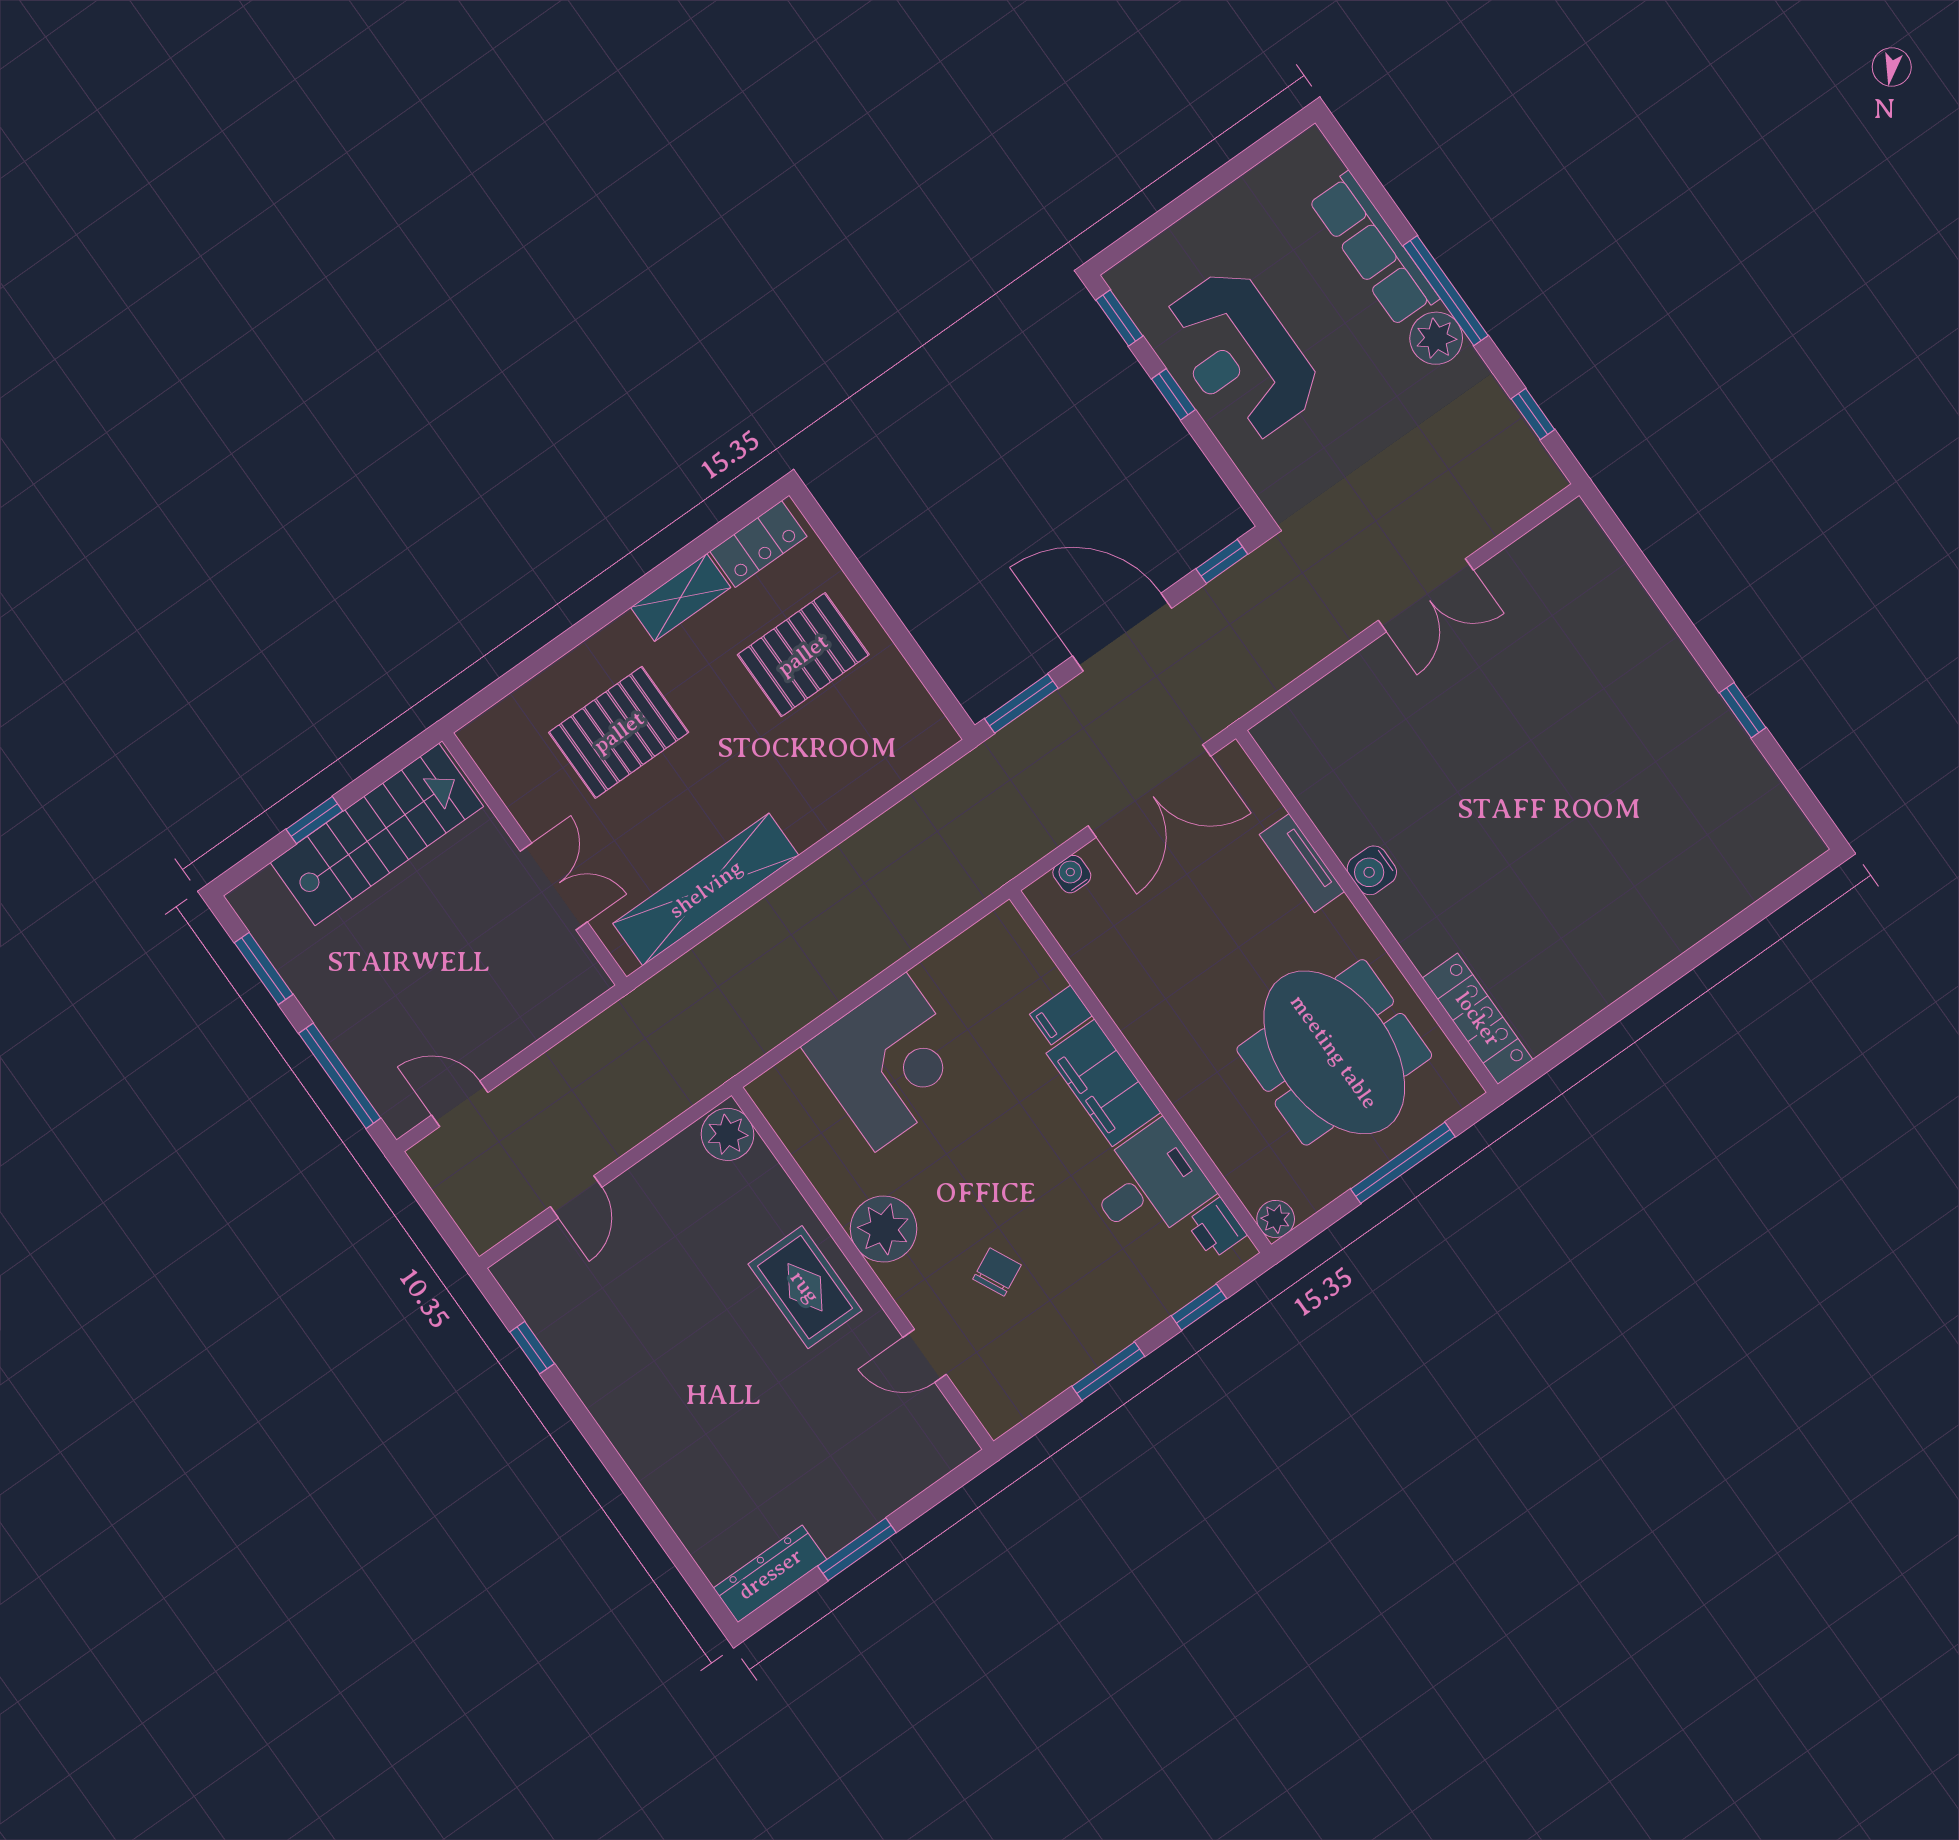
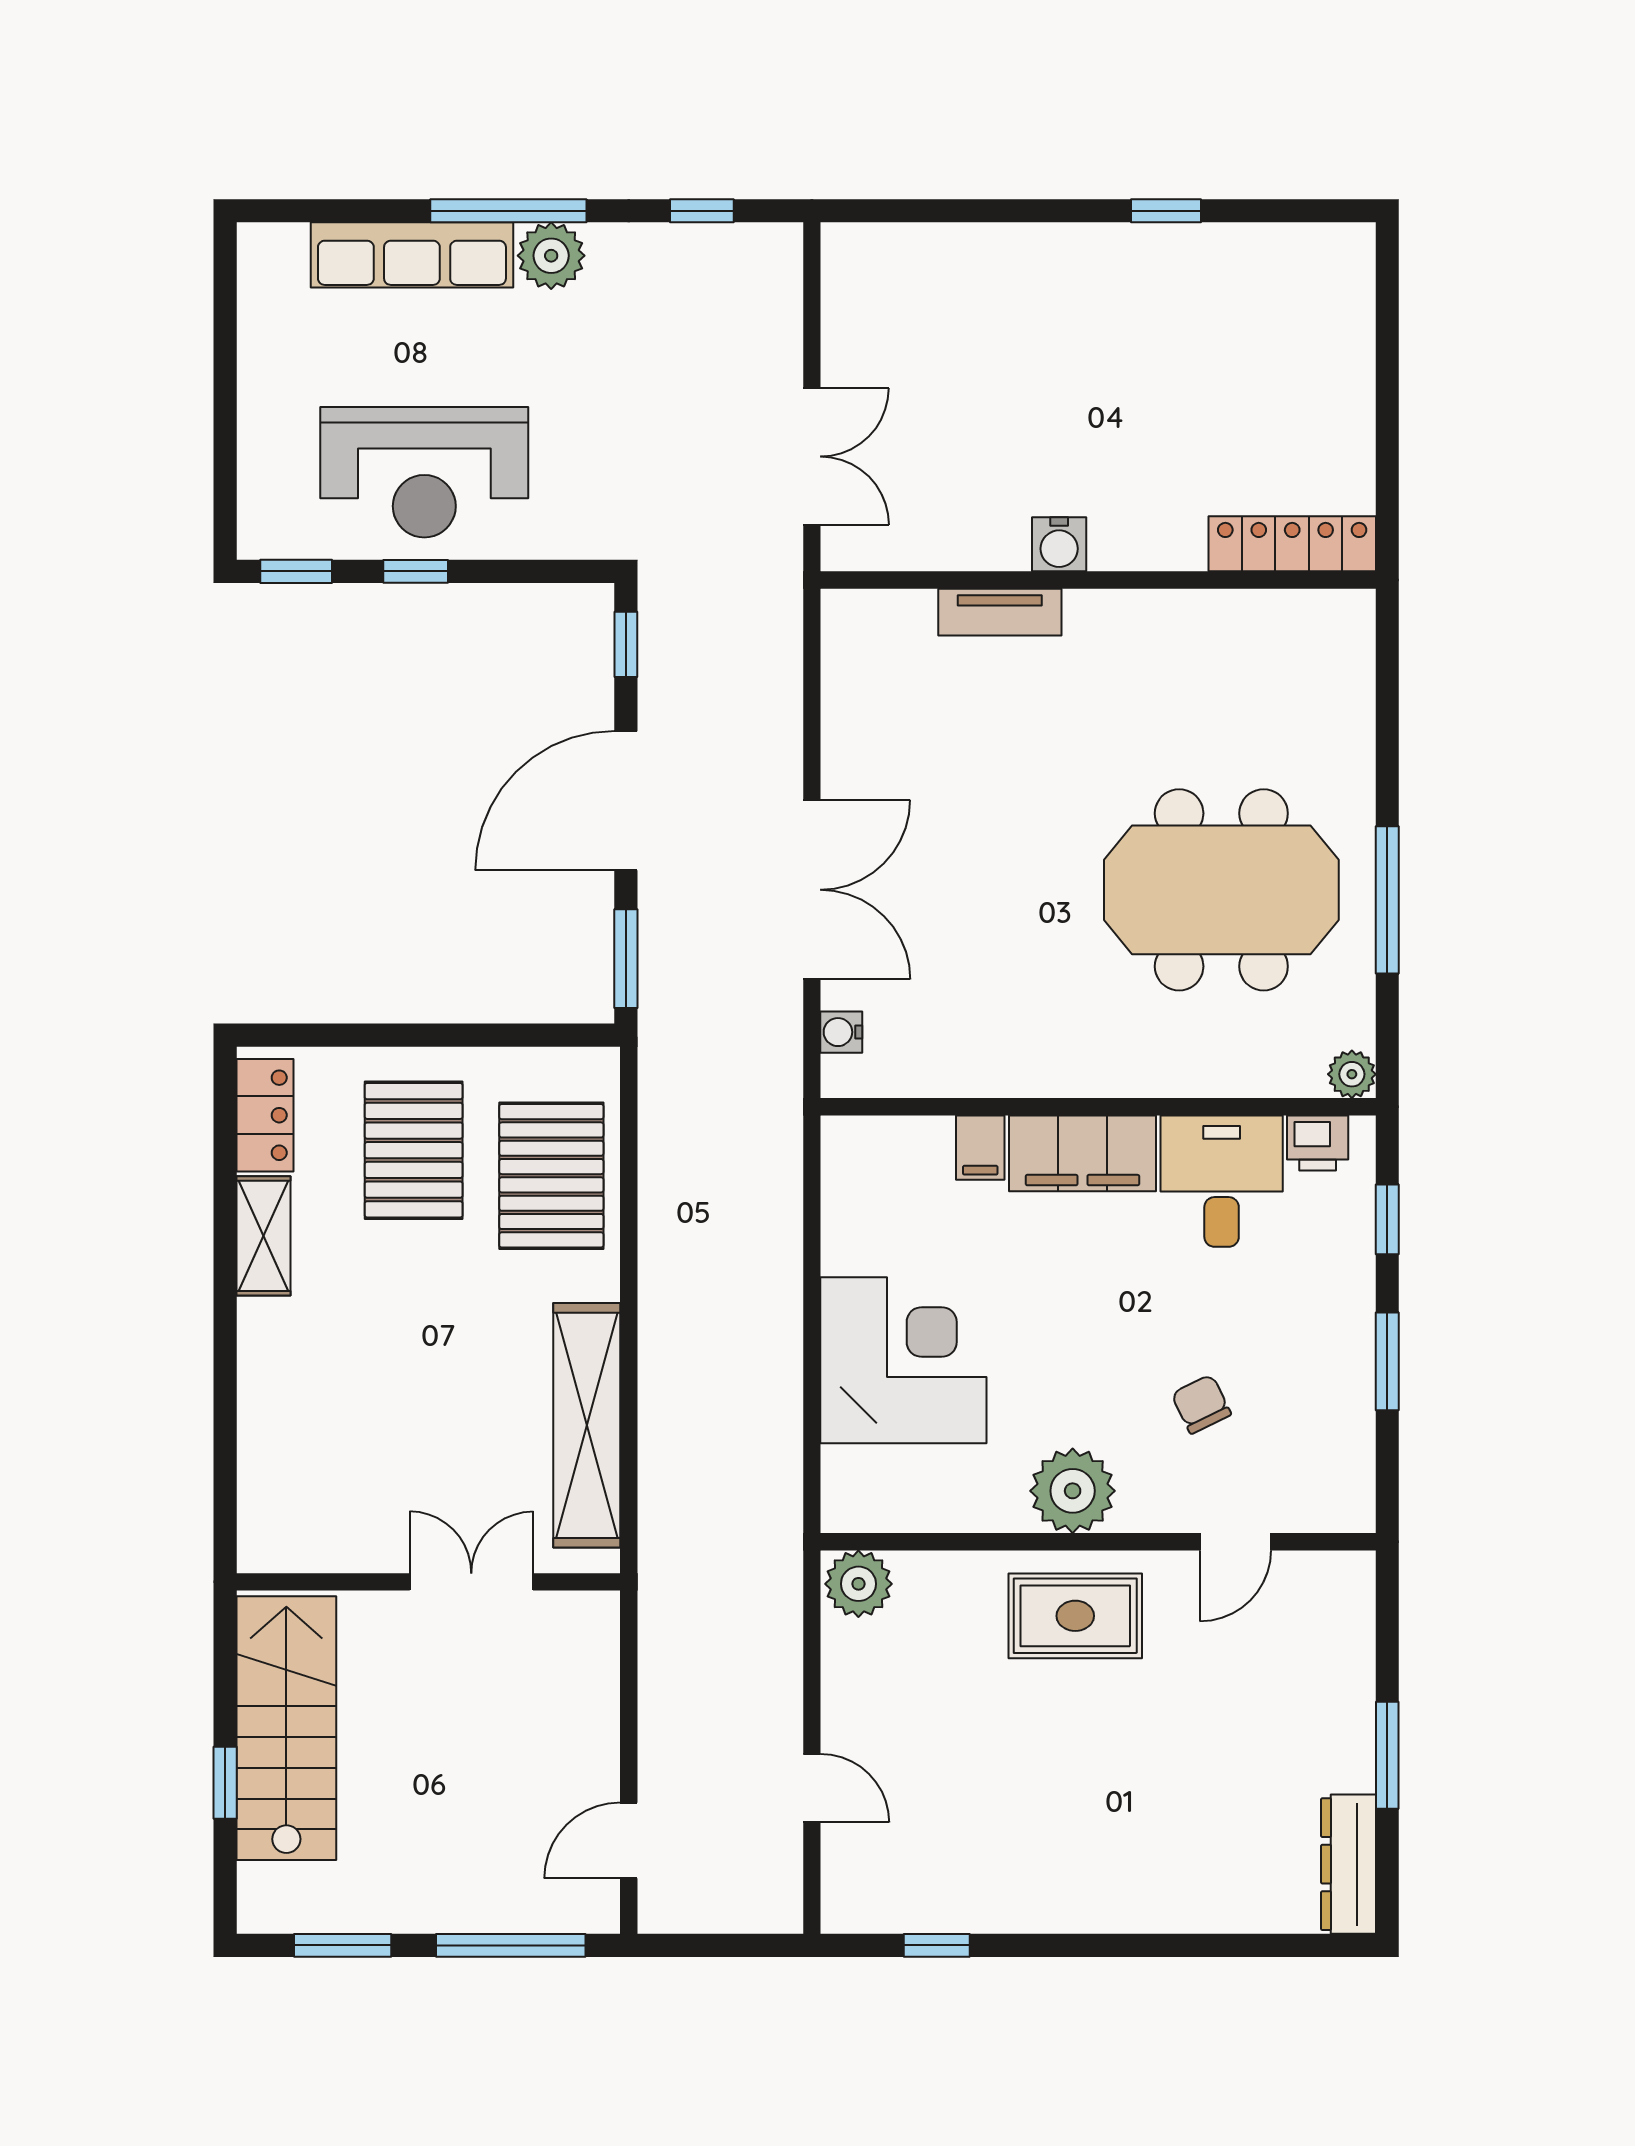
pallet: (619, 732) -> (551, 1176), moved
tv unit: (1302, 863) -> (1000, 612), moved
water cooler: (1372, 870) -> (1059, 544), moved
wall: (1367, 911) -> (1098, 580), moved
locker: (1478, 1019) -> (1292, 544), moved

